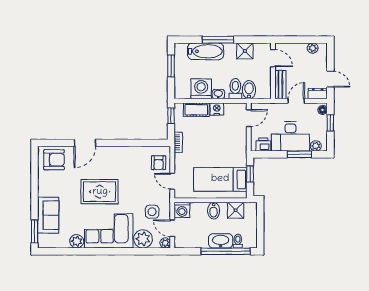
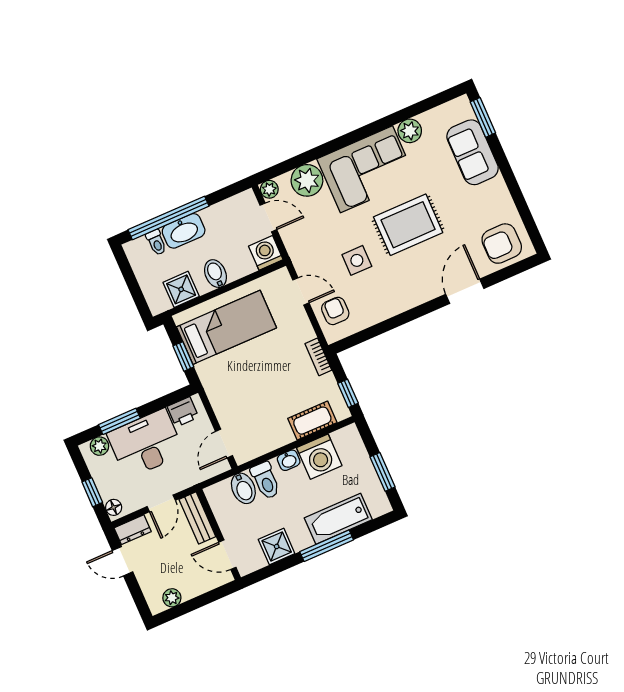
nightstand: (217, 109) -> (281, 436), removed
side table: (152, 212) -> (357, 260), moved

